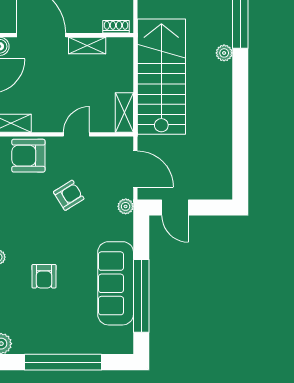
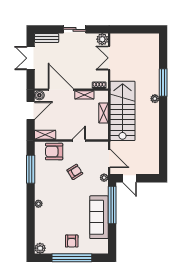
shelving: (124, 112) -> (103, 113), moved
armchair: (44, 276) -> (72, 241), moved
window: (141, 296) -> (112, 205), moved

